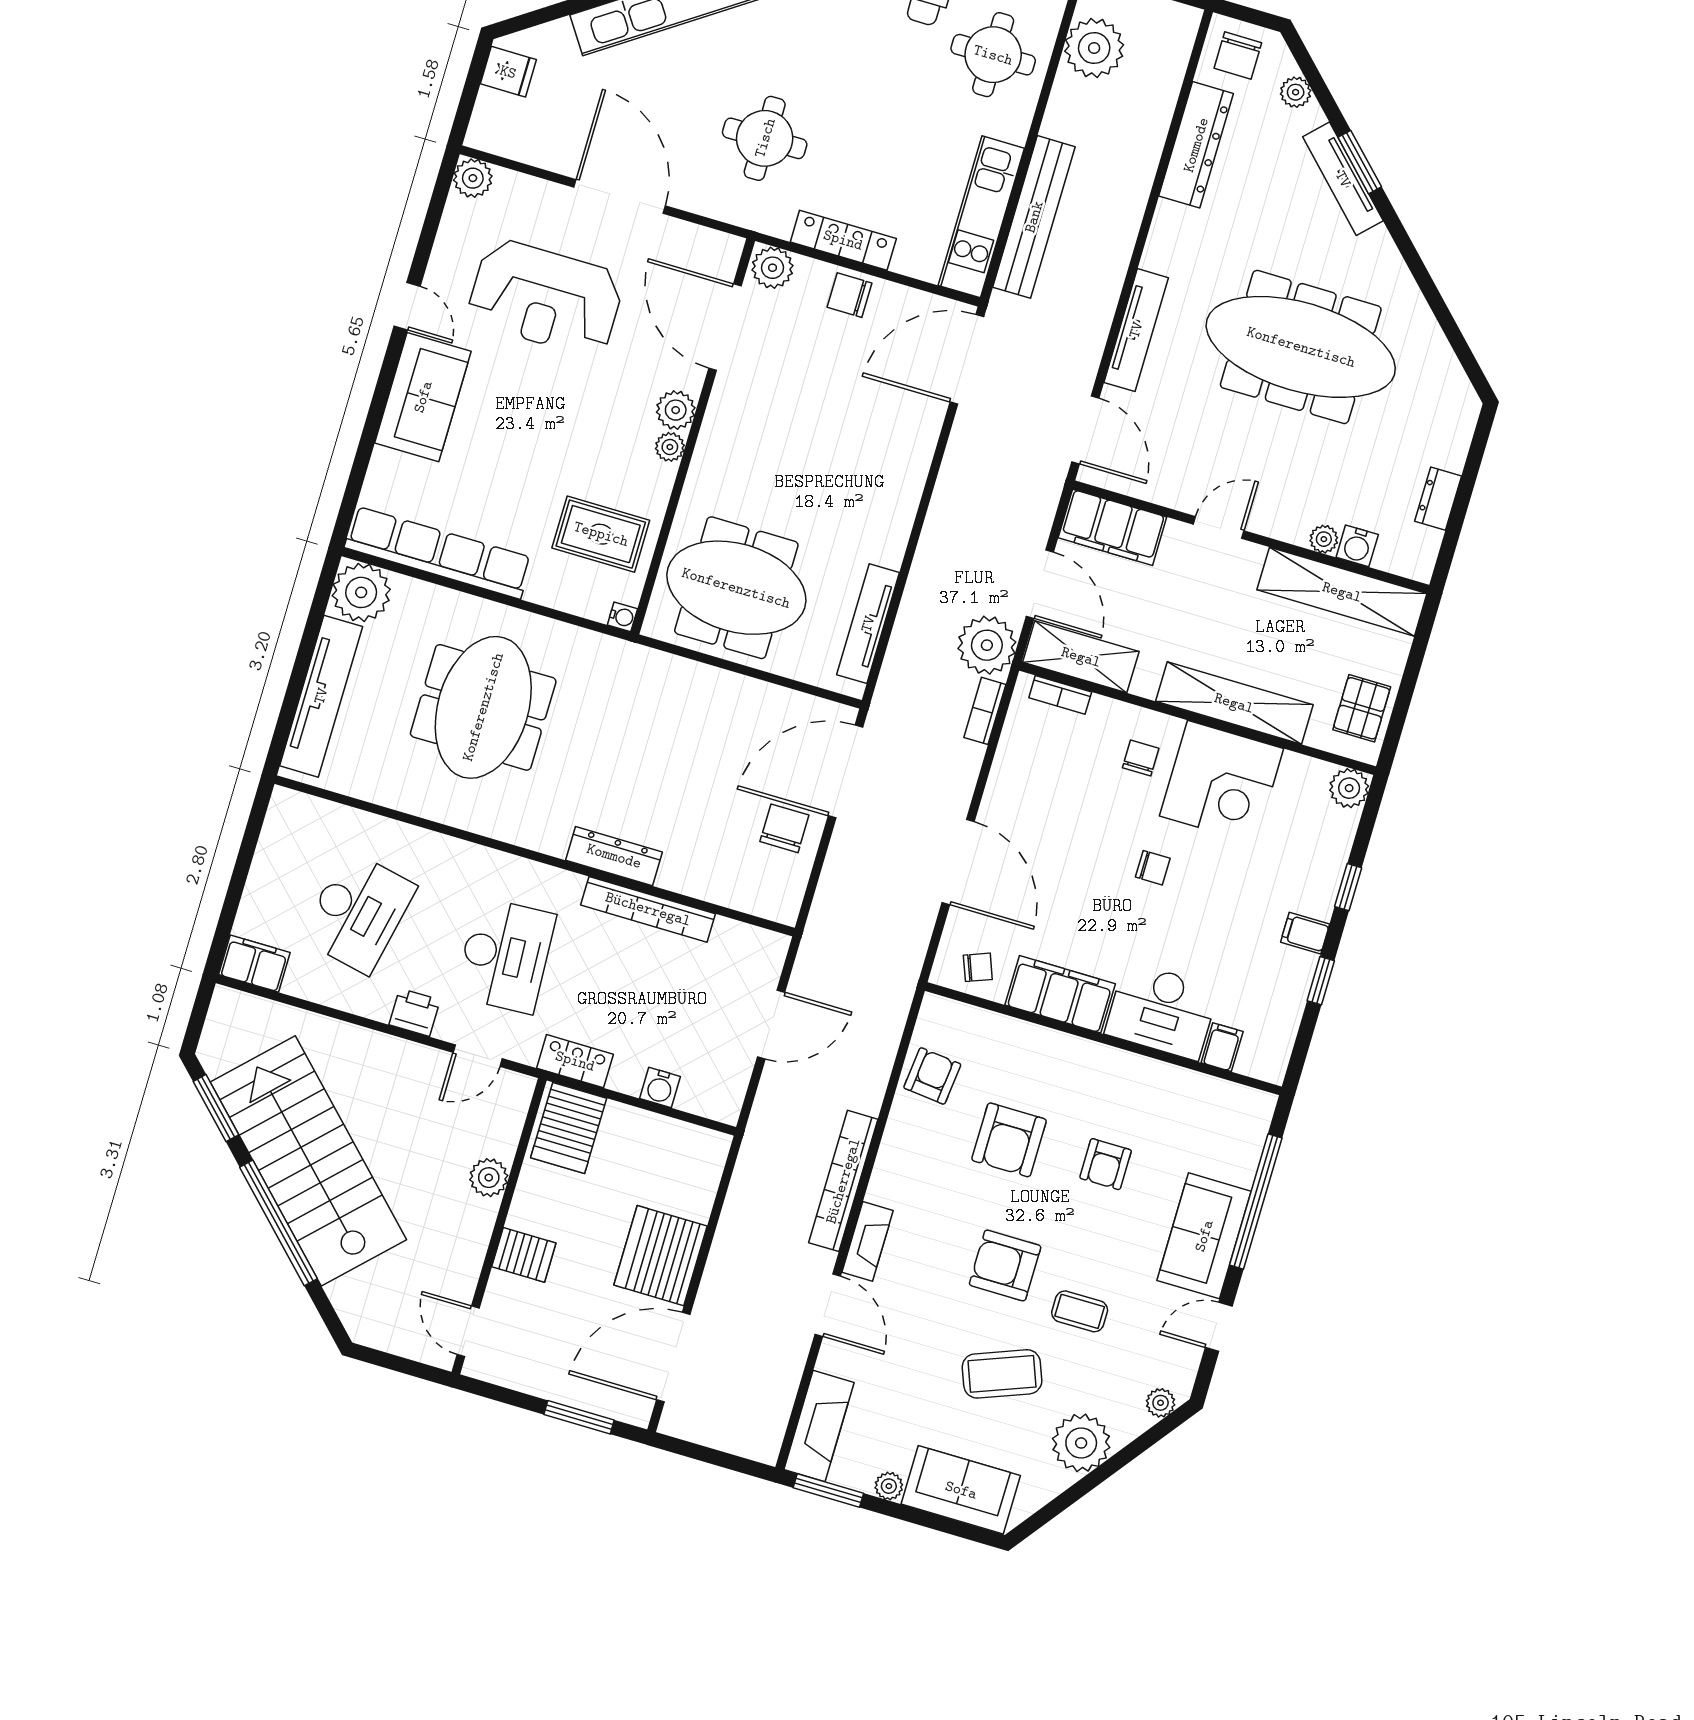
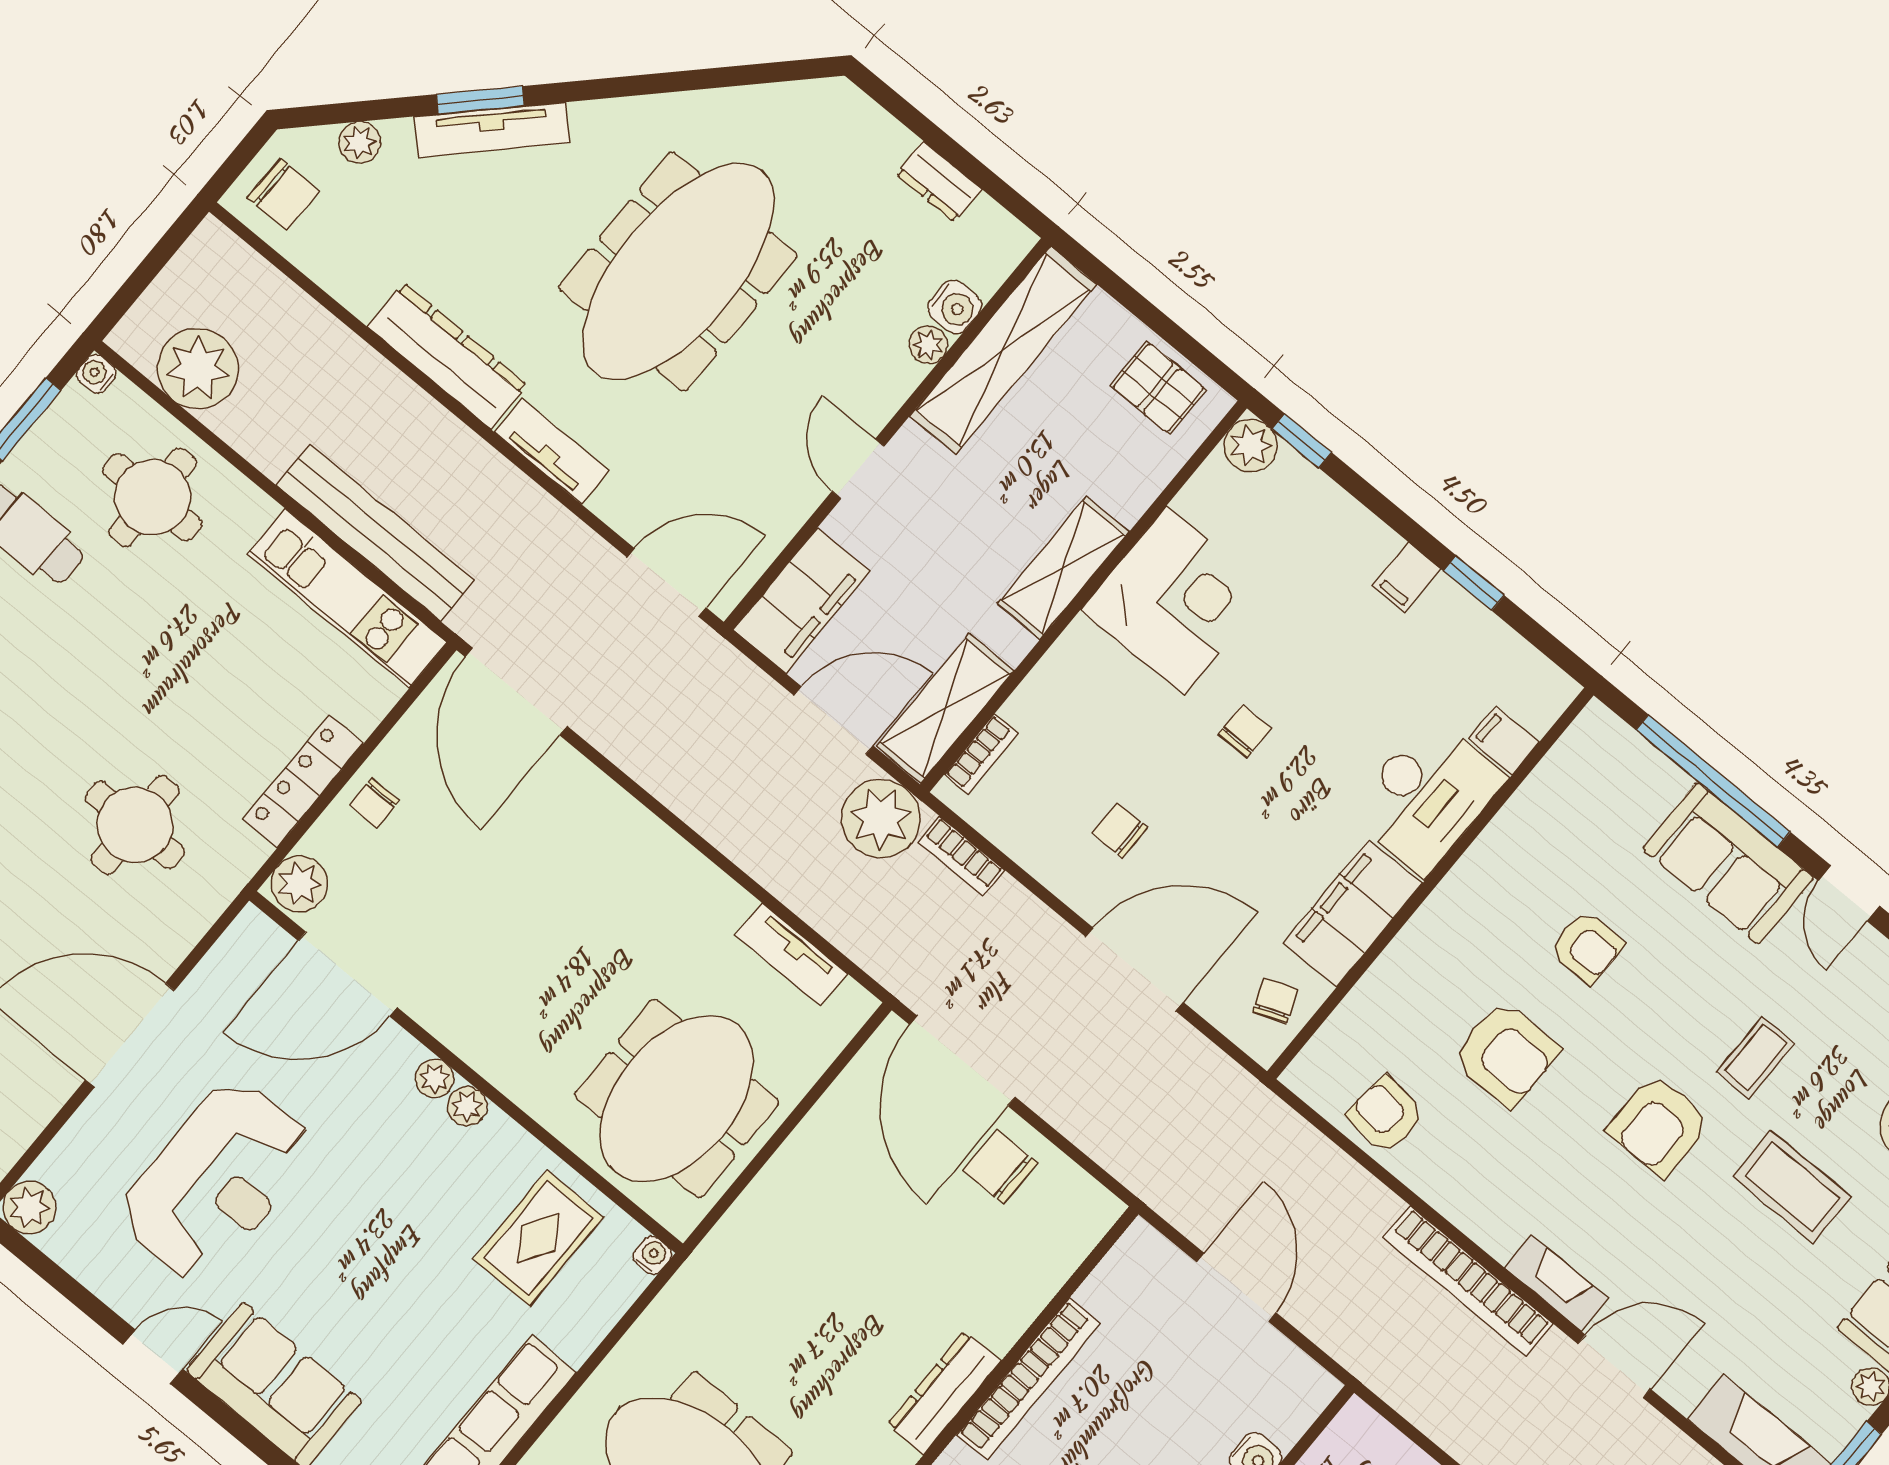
dresser: (1196, 145) -> (447, 356), moved
chair: (850, 295) -> (374, 803), width x0.73, depth x0.73
tv unit: (1136, 330) -> (552, 451), width x0.71
plant: (676, 410) -> (434, 1078), width x0.73, depth x0.73
tv unit: (868, 624) -> (791, 954), width x0.71
shelving: (1234, 703) -> (1063, 568), width x0.68
chair: (1141, 758) -> (1120, 830), moved
window: (1348, 887) -> (1302, 441), moved
coffee table: (1002, 1374) -> (1792, 1187), turned -69

